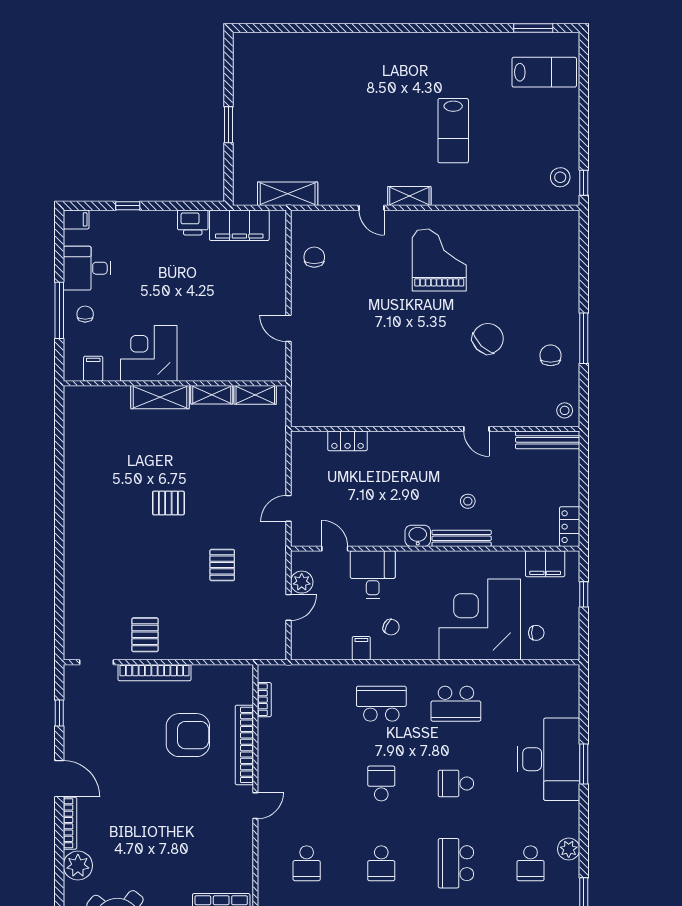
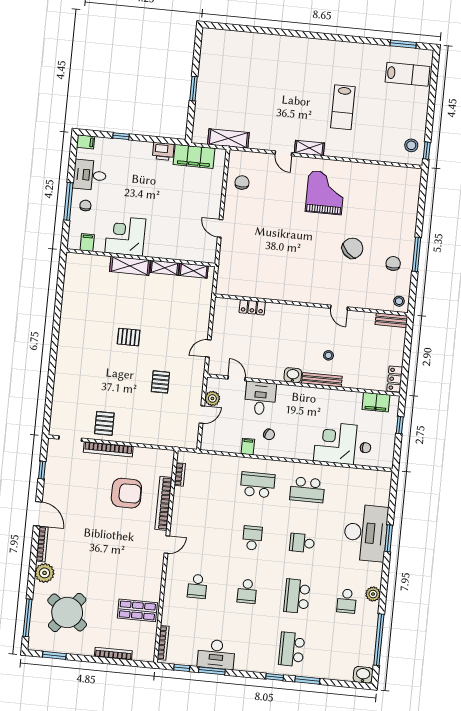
bench: (548, 440) -> (391, 320), width x0.73
corner desk: (480, 620) -> (335, 443), width x0.74, depth x0.74

